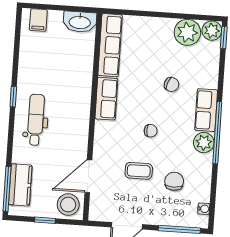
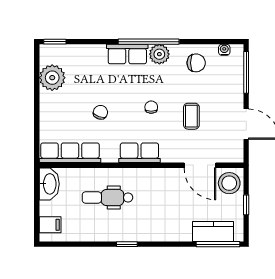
plant: (212, 31) -> (49, 54), removed
chair: (171, 85) -> (100, 112), moved
row of seats: (106, 99) -> (139, 153), moved
dental chair: (36, 120) -> (107, 197), moved
chair: (174, 181) -> (196, 63), moved, turned 180

